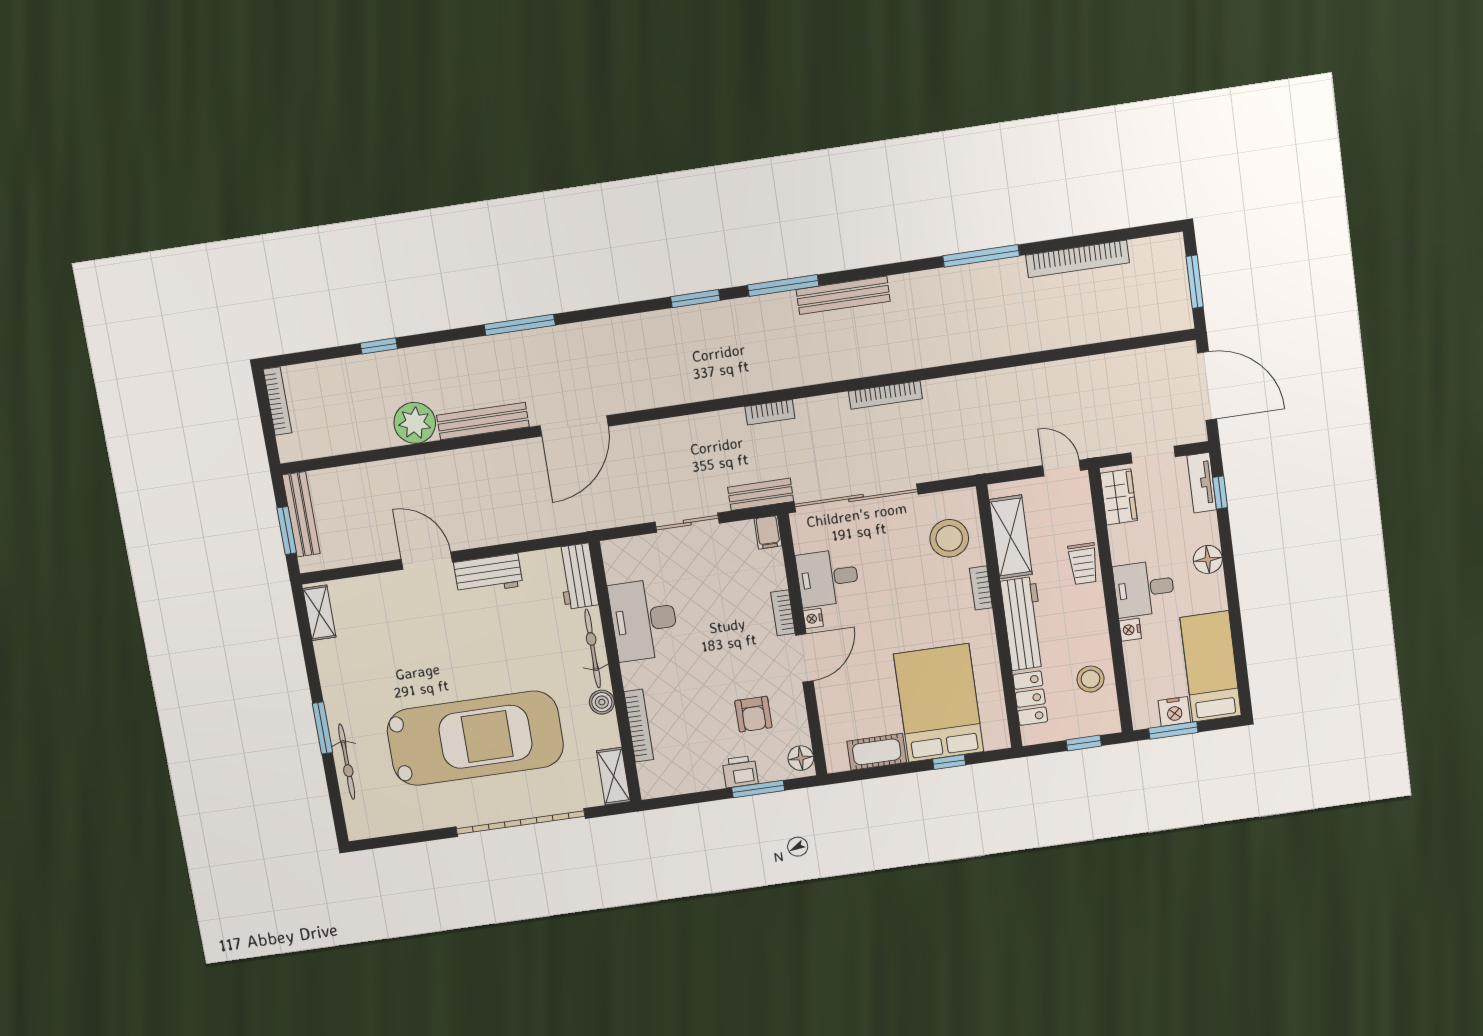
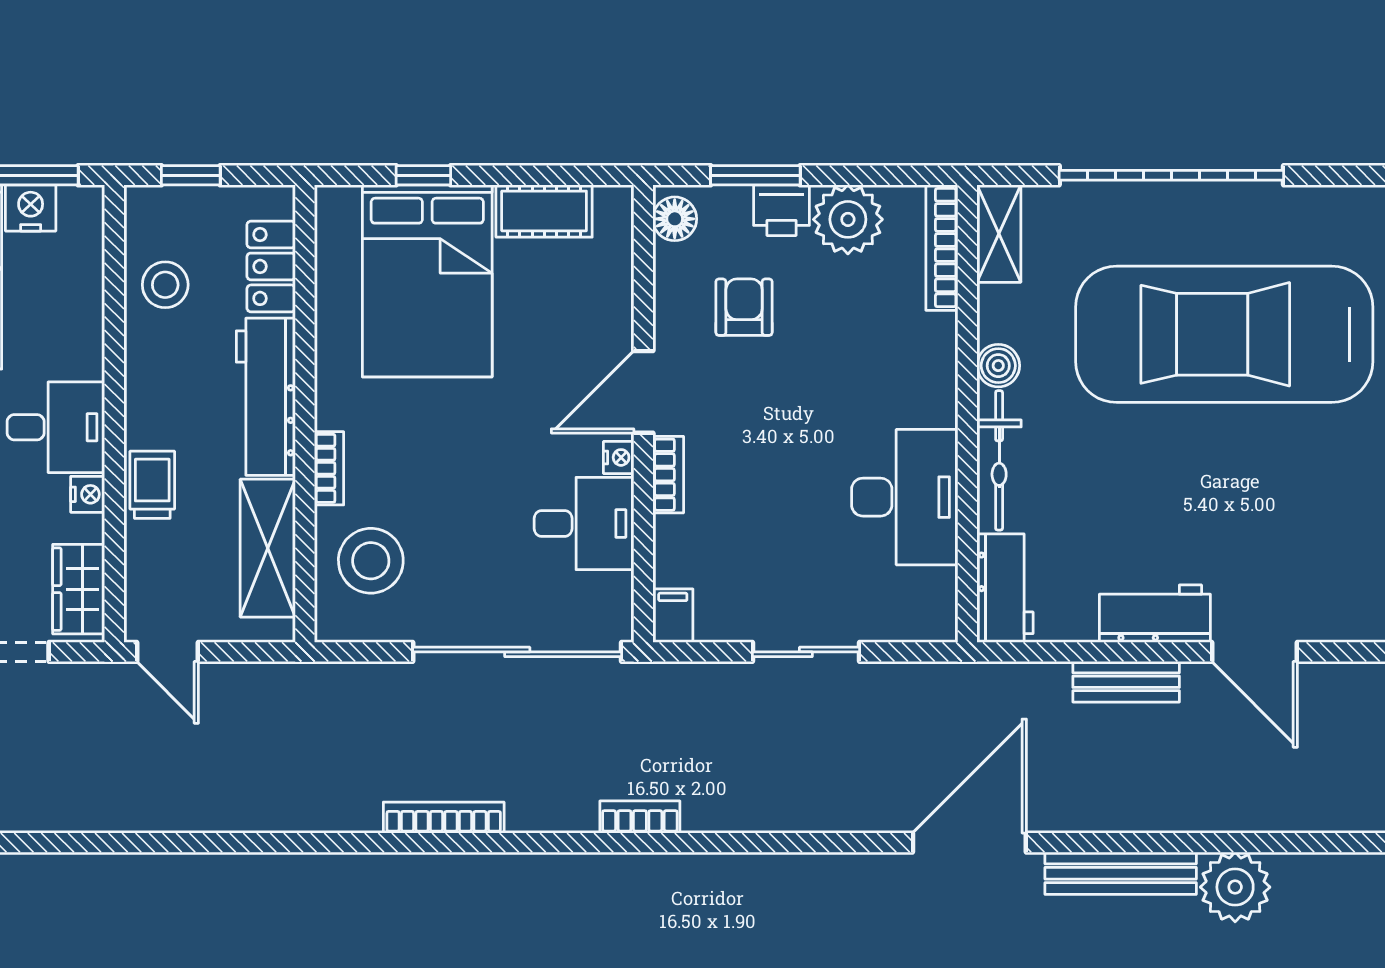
bench: (761, 494) -> (1126, 682), moved
nightstand: (1130, 630) -> (88, 494), moved
bookcase: (639, 726) -> (942, 248), moved
plant: (701, 772) -> (848, 219), added

